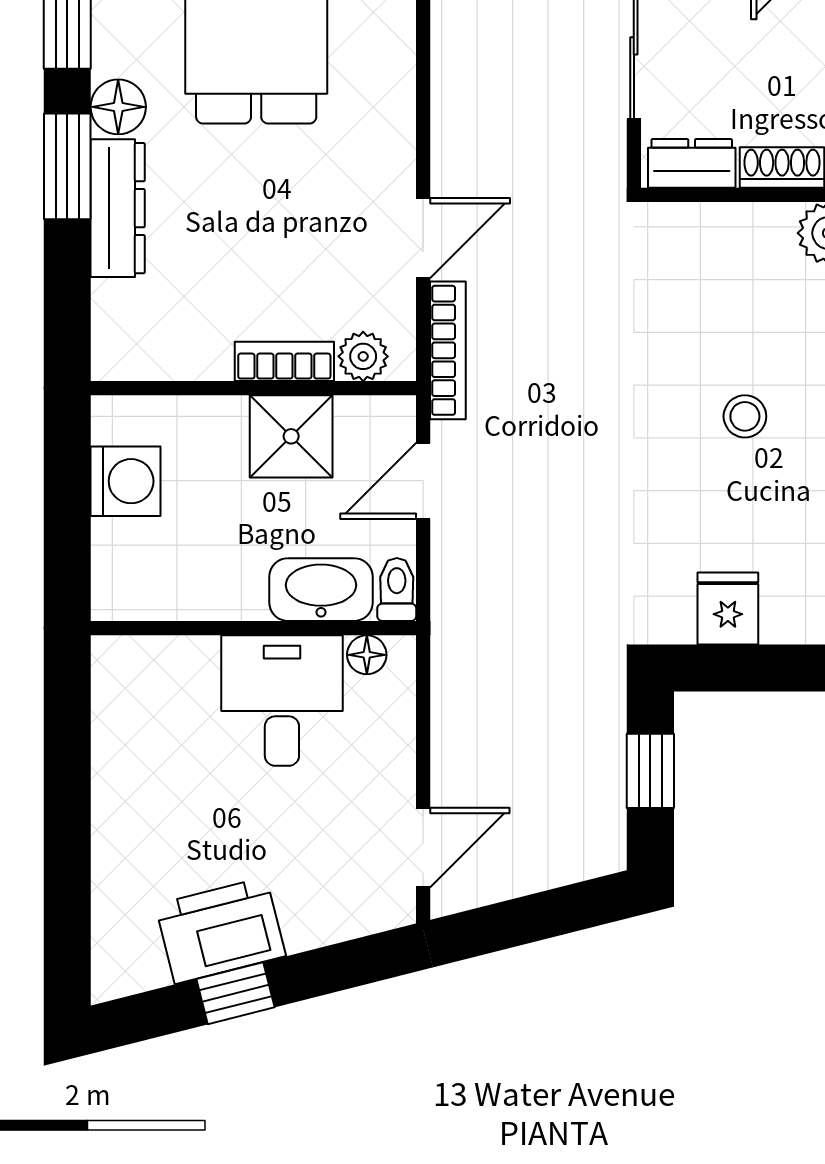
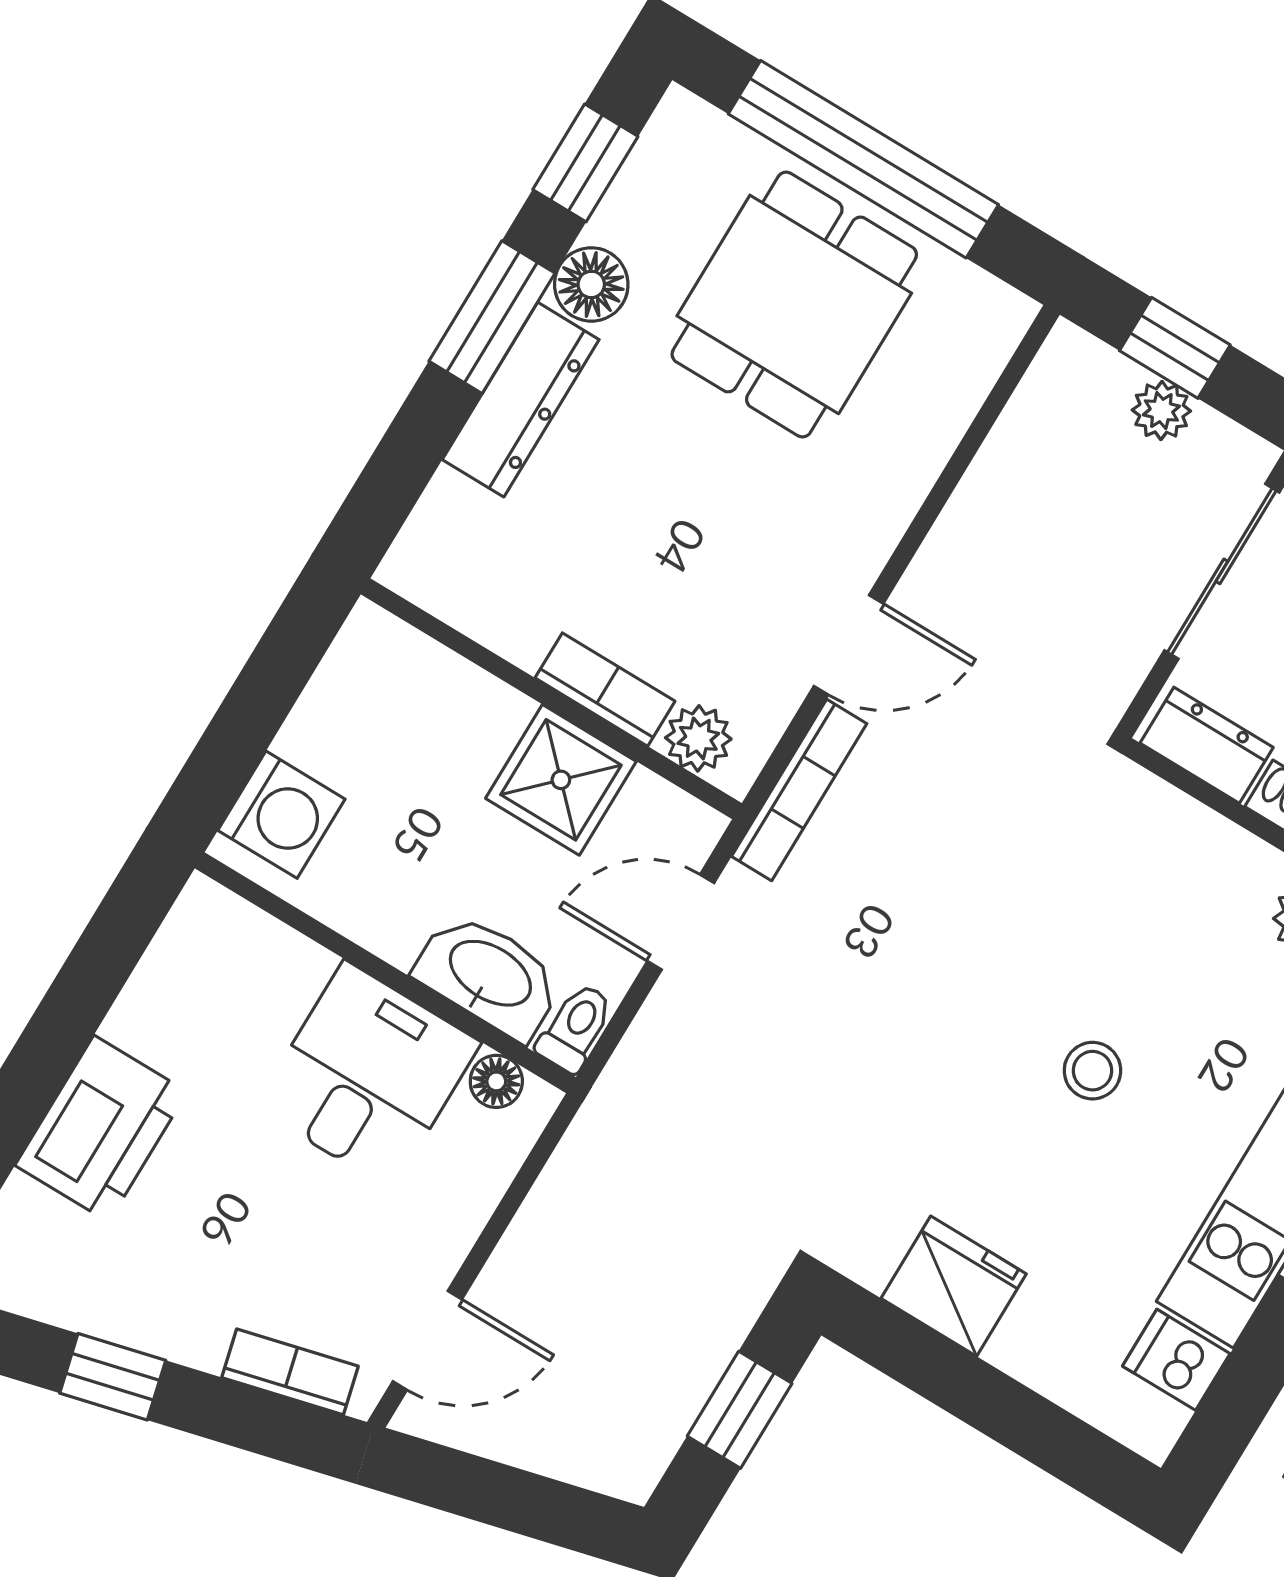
washing machine: (125, 481) -> (281, 815), moved
fridge: (728, 608) -> (954, 1286), width x1.38
bookcase: (347, 921) -> (290, 1372), added
printer: (220, 930) -> (101, 1129), moved, turned 104

